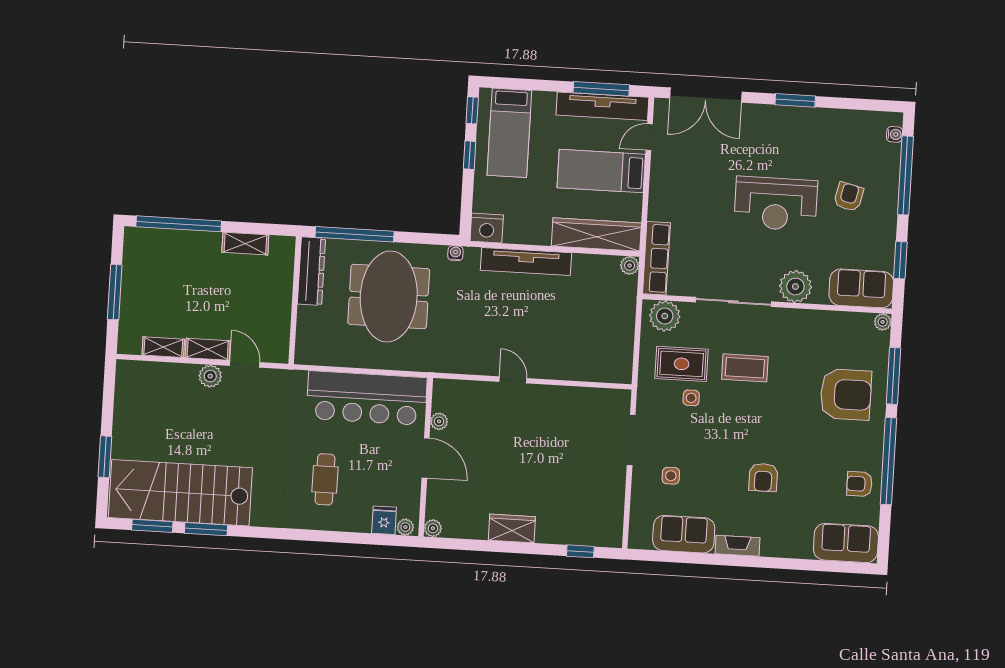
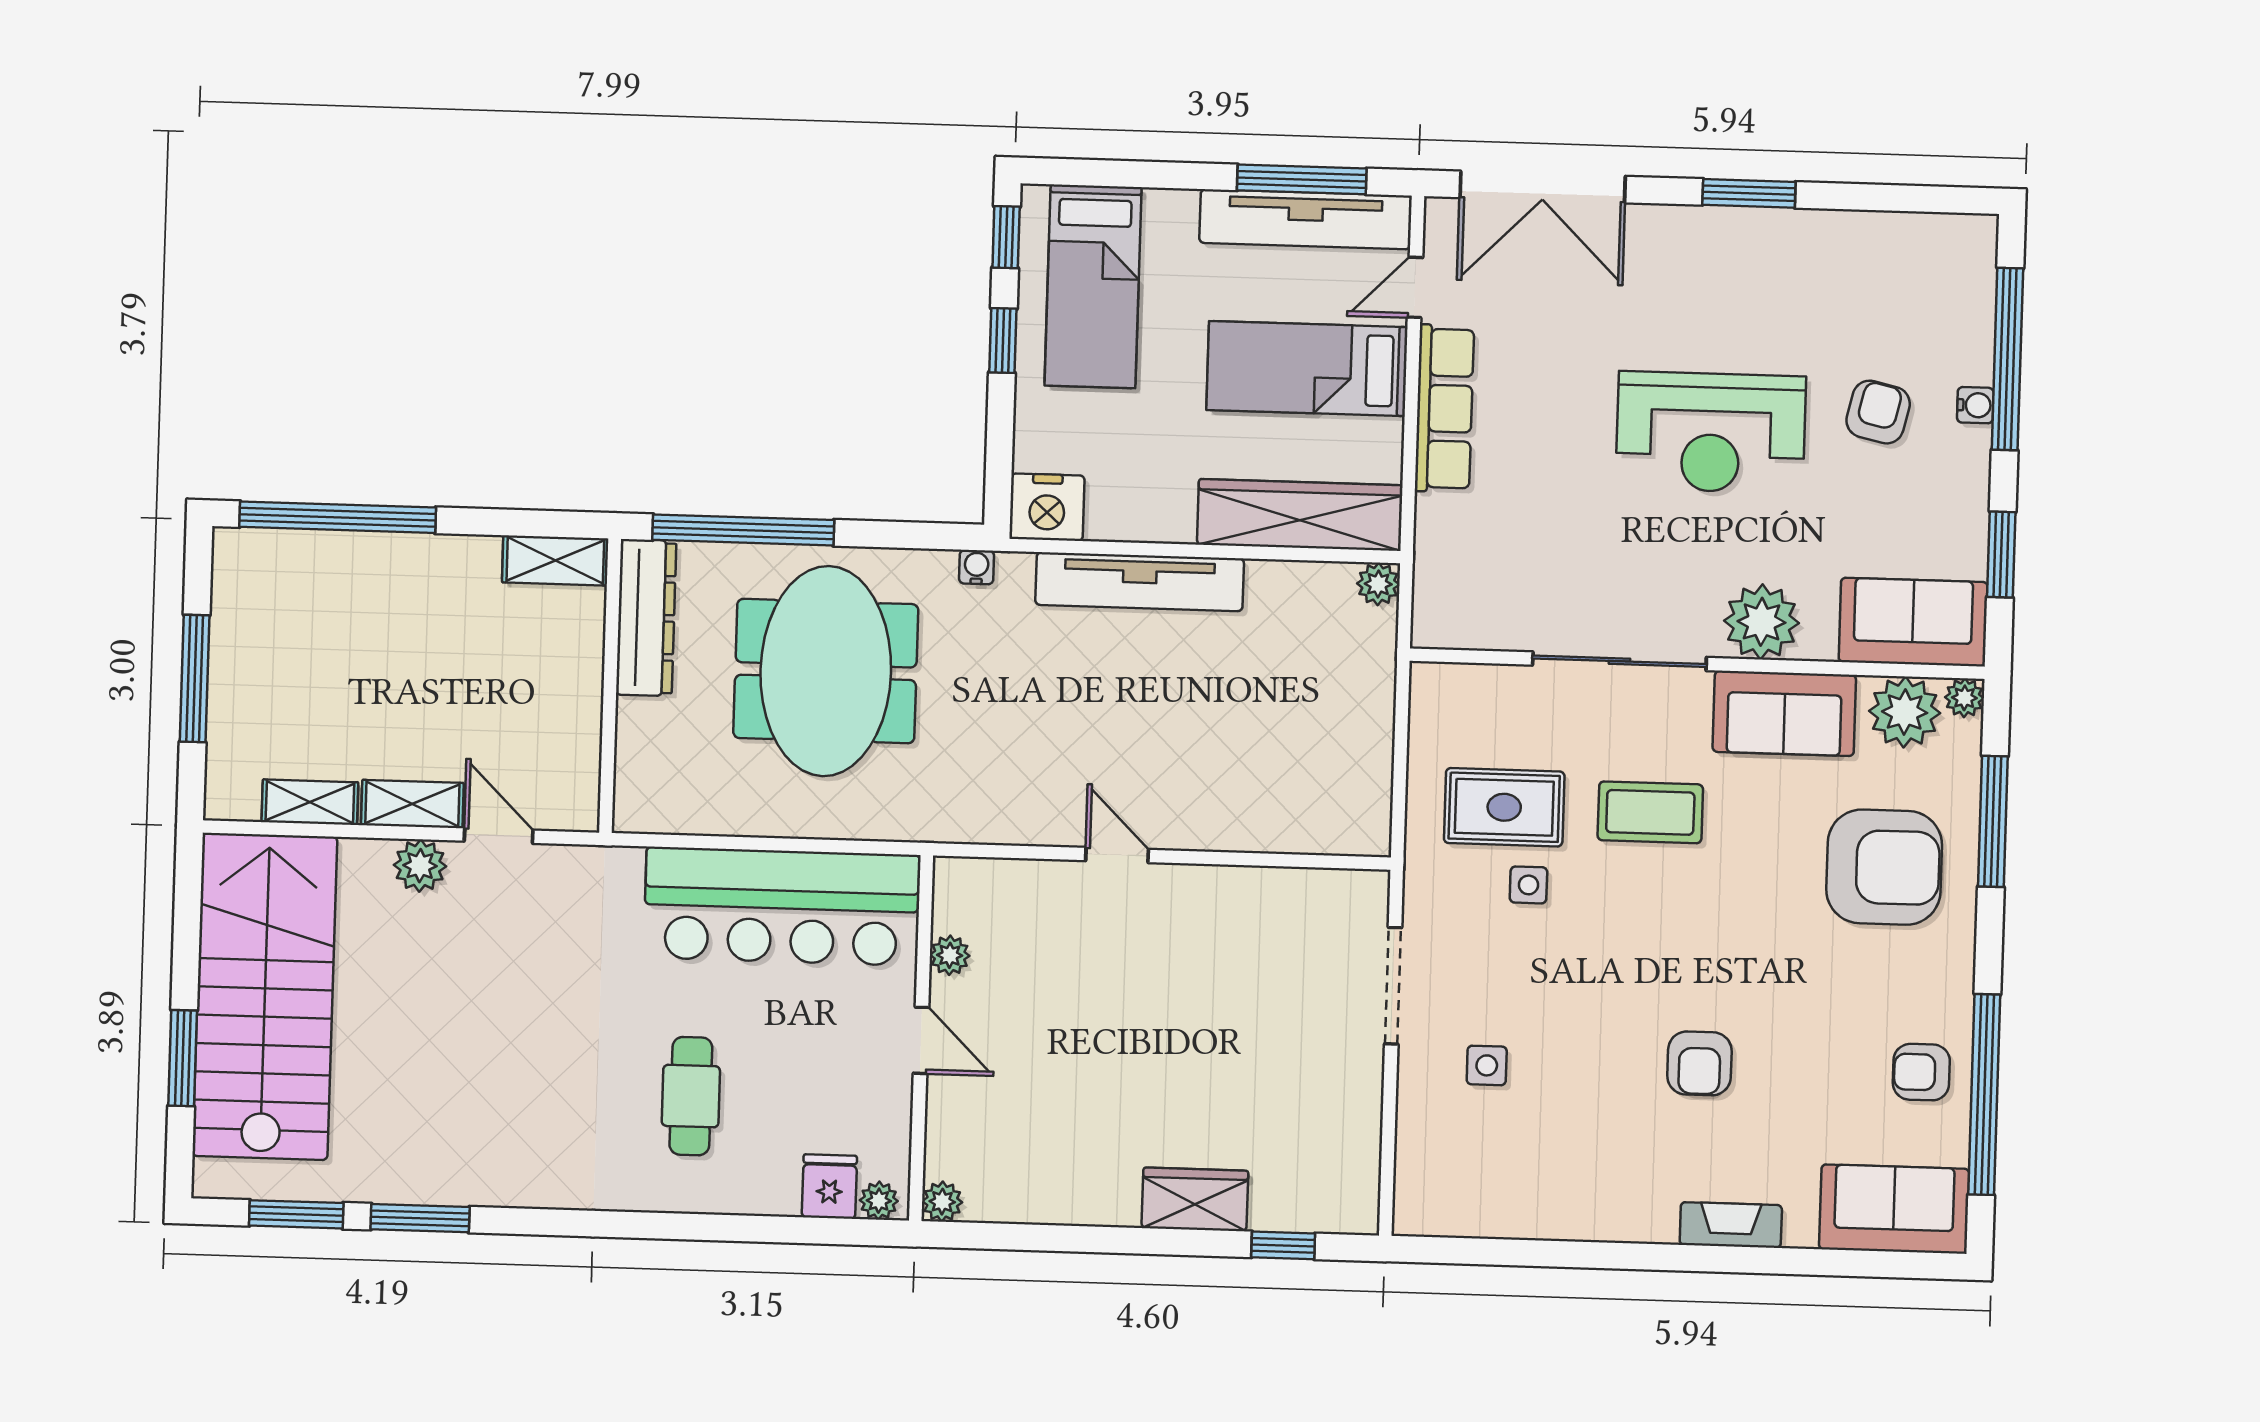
water cooler: (895, 134) -> (1975, 405), moved
shelving: (245, 244) -> (555, 560), moved
row of seats: (656, 258) -> (1444, 408), moved
plant: (665, 316) -> (1905, 712), moved
door: (426, 458) -> (921, 1040), width x0.73
window: (888, 461) -> (1984, 1095), moved
stairs: (180, 493) -> (265, 996), moved, turned 90
wardrobe: (512, 528) -> (1195, 1199), moved
sofa: (684, 534) -> (1784, 713), moved, turned 180
fireplace: (737, 546) -> (1731, 1225), moved

